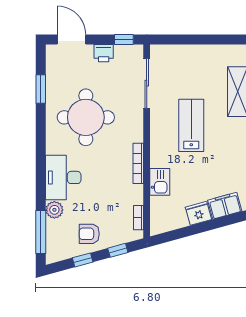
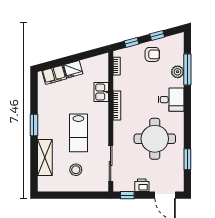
stool: (195, 75) -> (76, 170), added
desk: (63, 177) -> (171, 100), width x0.73
window: (41, 232) -> (187, 70), moved

